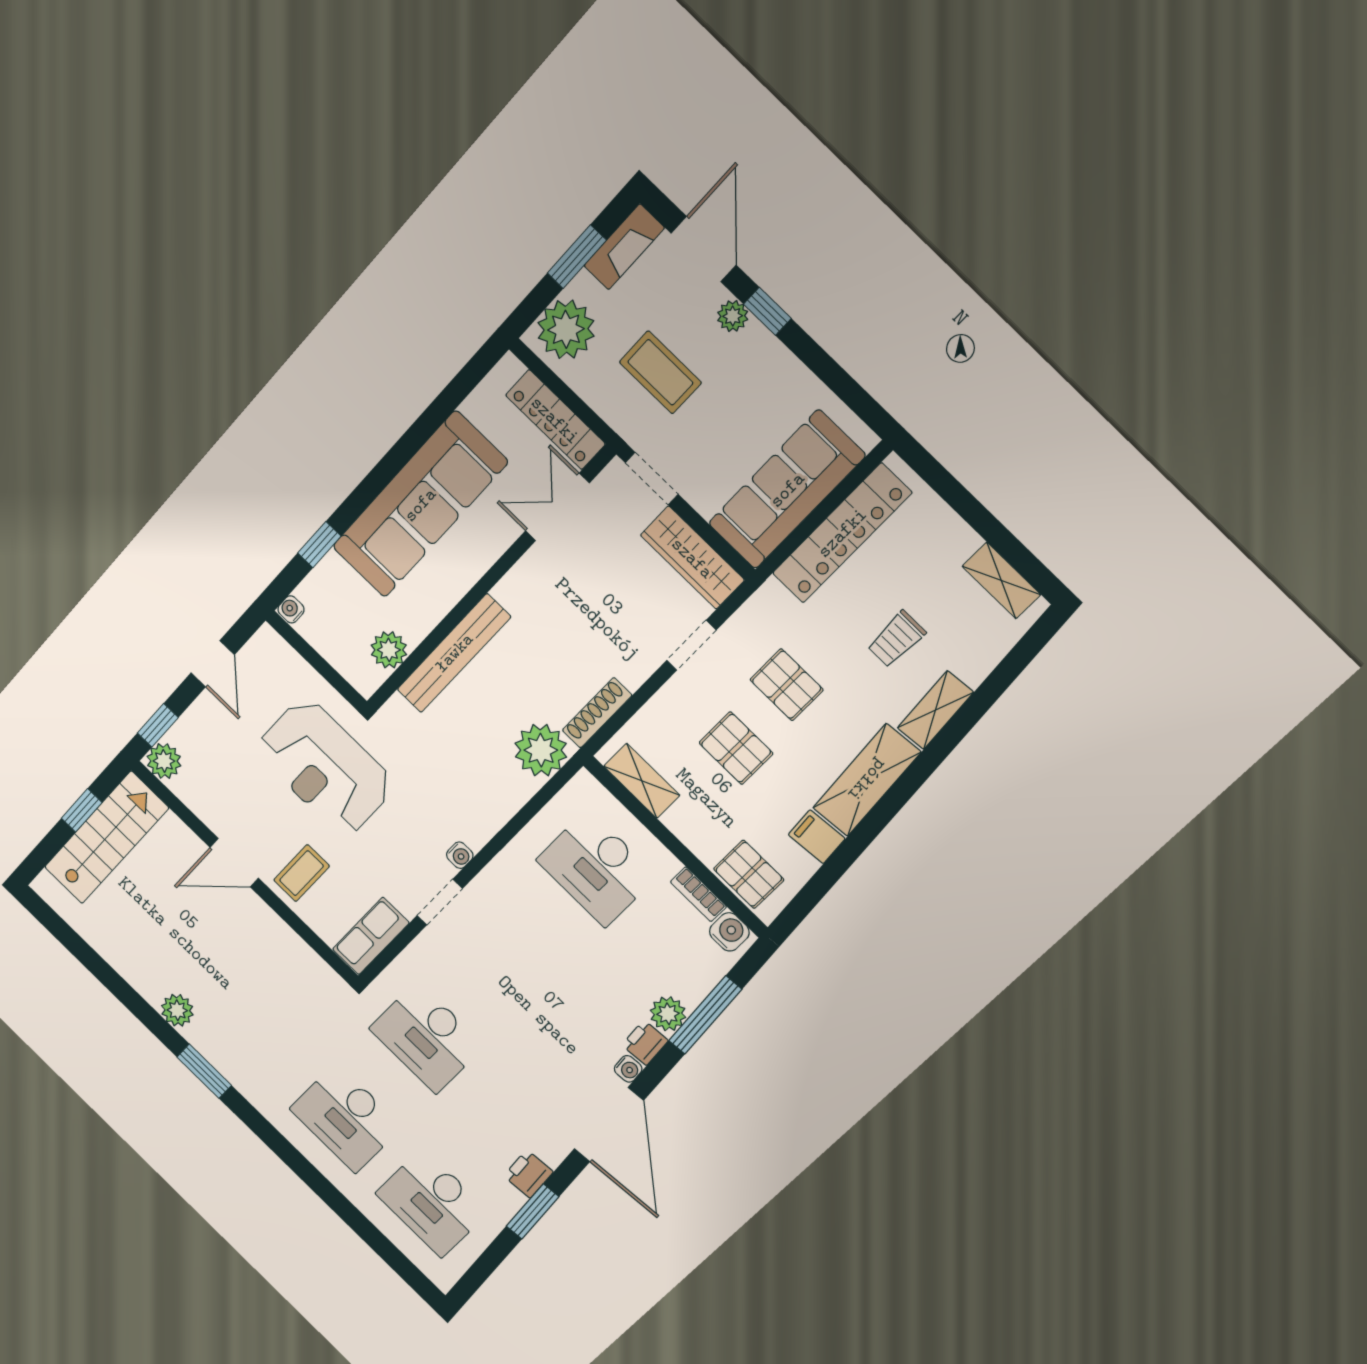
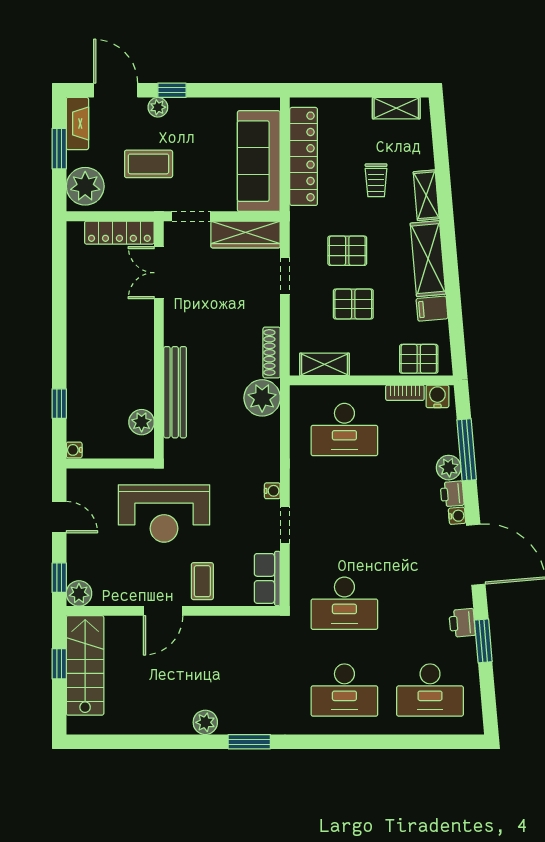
sofa: (420, 505) -> (91, 336), removed

